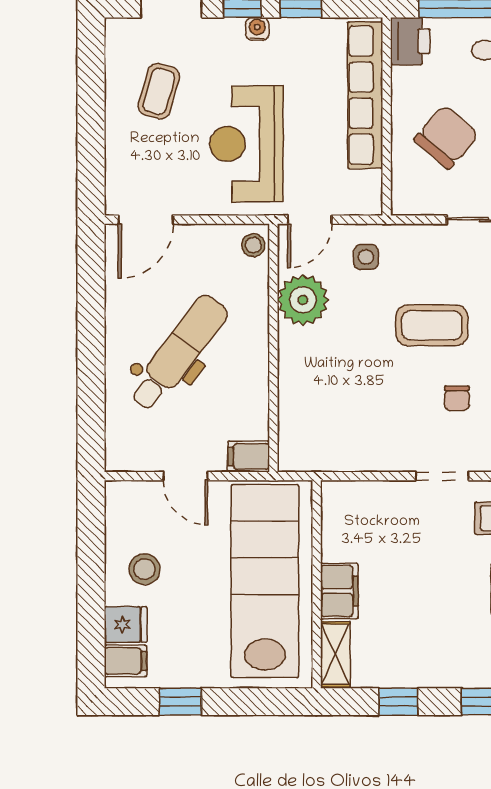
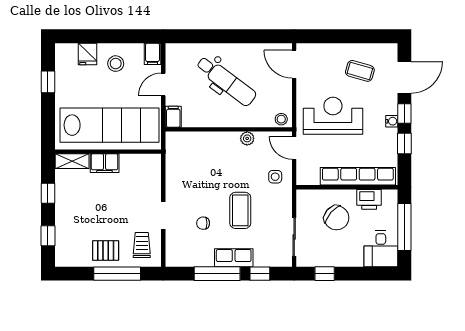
printer: (410, 41) -> (369, 199), moved
plant: (303, 300) -> (247, 138), width x0.53, depth x0.53
filing cabinet: (126, 661) -> (152, 54), moved

